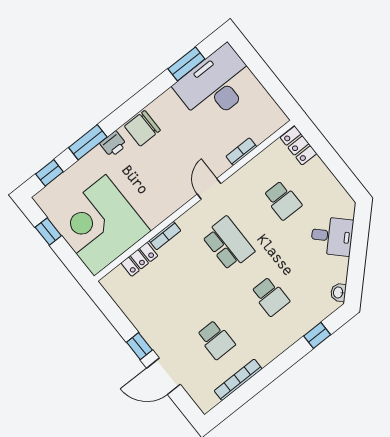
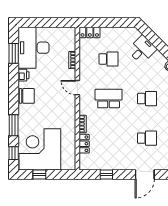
chair: (142, 128) -> (27, 96), turned -90
printer: (113, 144) -> (23, 75), moved
corner desk: (100, 225) -> (40, 149), moved, turned 90
window: (139, 346) -> (106, 174), moved

